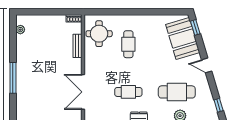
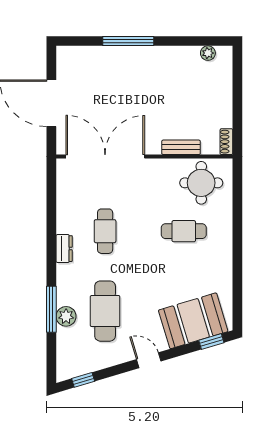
door: (207, 65) -> (149, 360), hinge flipped
double door: (83, 92) -> (105, 157), width x1.36

